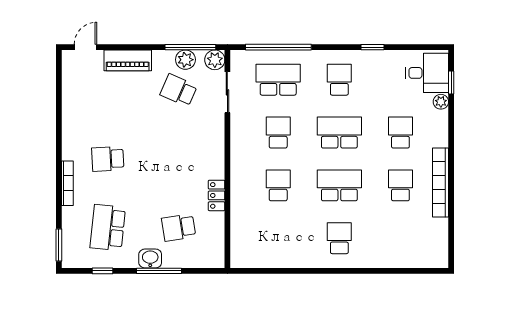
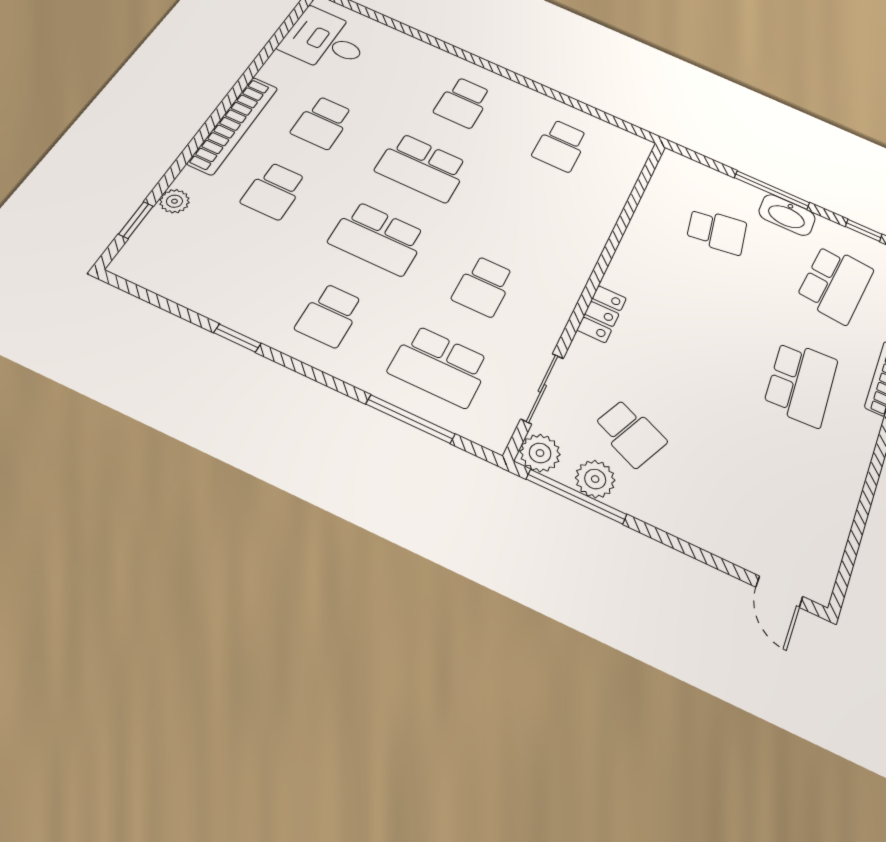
door: (86, 47) -> (779, 592), hinge flipped
window: (278, 47) -> (410, 419), width x0.68
piano: (128, 60) -> (706, 529), removed
desk: (427, 73) -> (325, 41), moved
school desk: (108, 159) -> (801, 383), width x1.85
bookcase: (441, 183) -> (233, 125), moved
school desk: (278, 185) -> (561, 145), moved
locker: (217, 195) -> (602, 314), moved
washbasin: (150, 258) -> (787, 215), width x1.38

